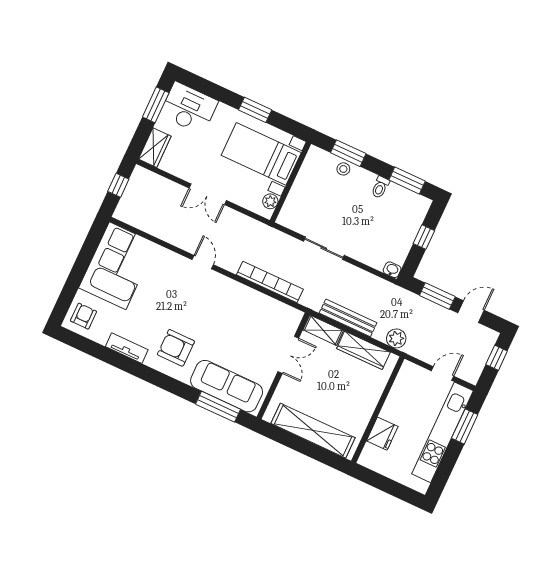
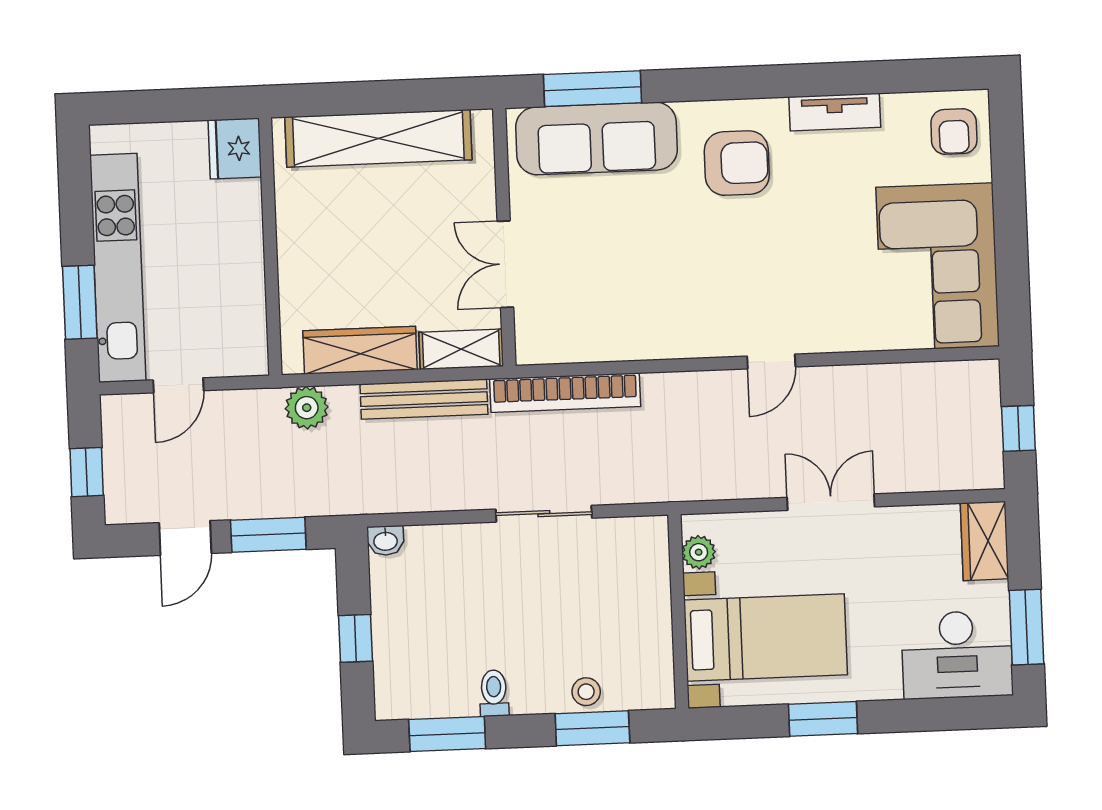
door: (203, 262) -> (771, 361), hinge flipped
bookcase: (270, 282) -> (565, 393), moved
fridge: (382, 434) -> (235, 149), moved

